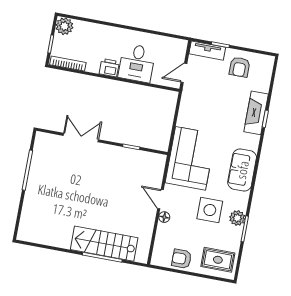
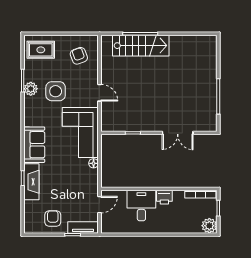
sofa: (242, 170) -> (34, 145), moved
floor lamp: (164, 217) -> (94, 163), moved
armchair: (182, 259) -> (79, 56), moved, turned -110

